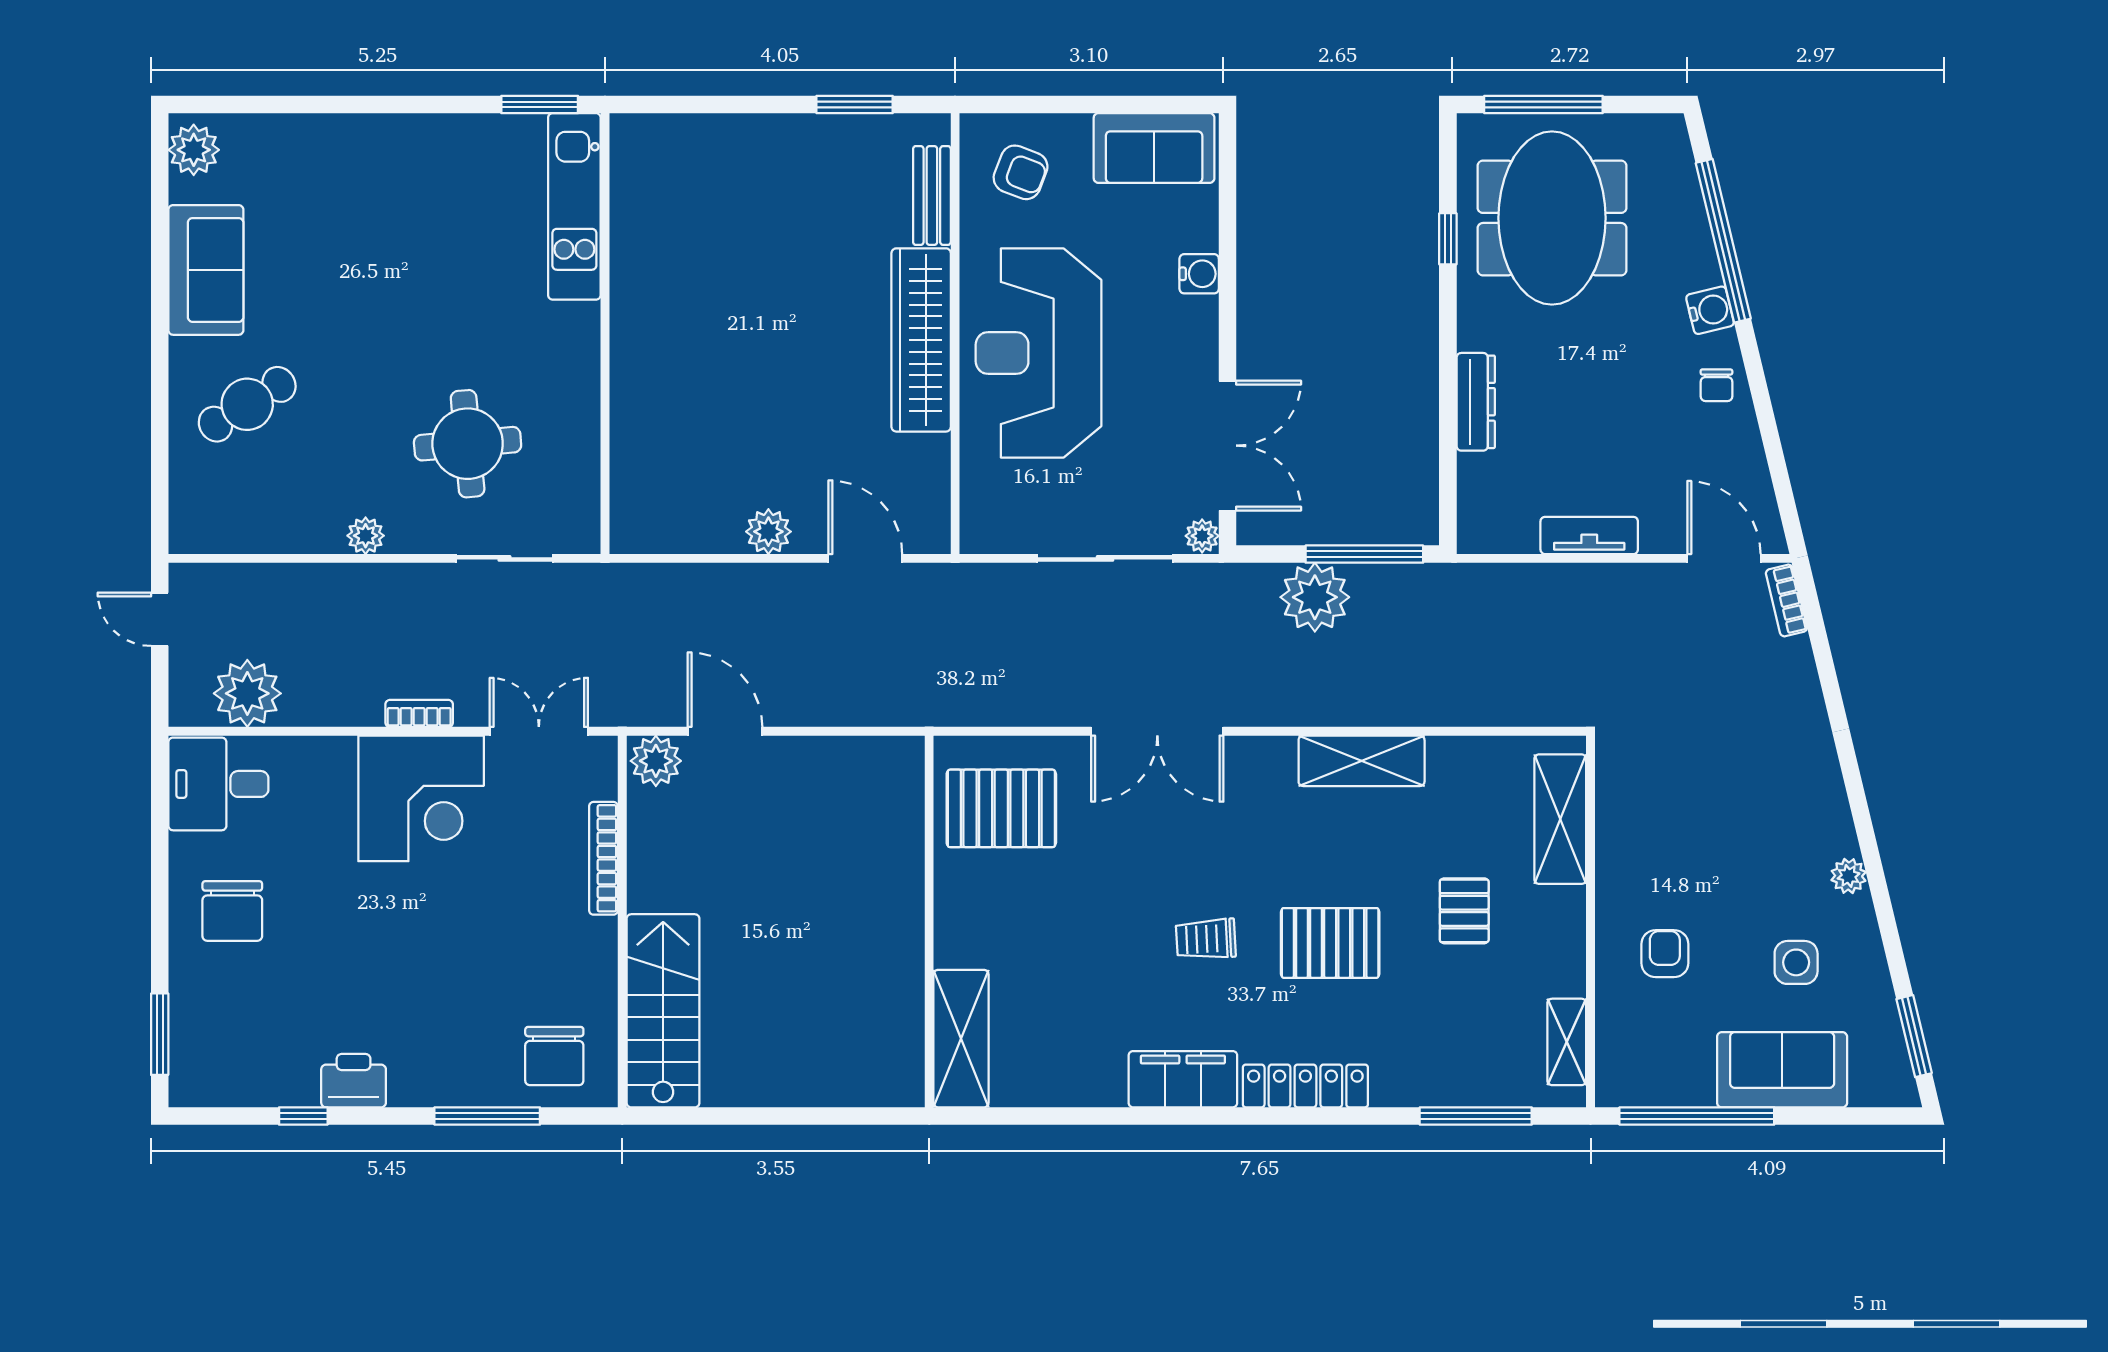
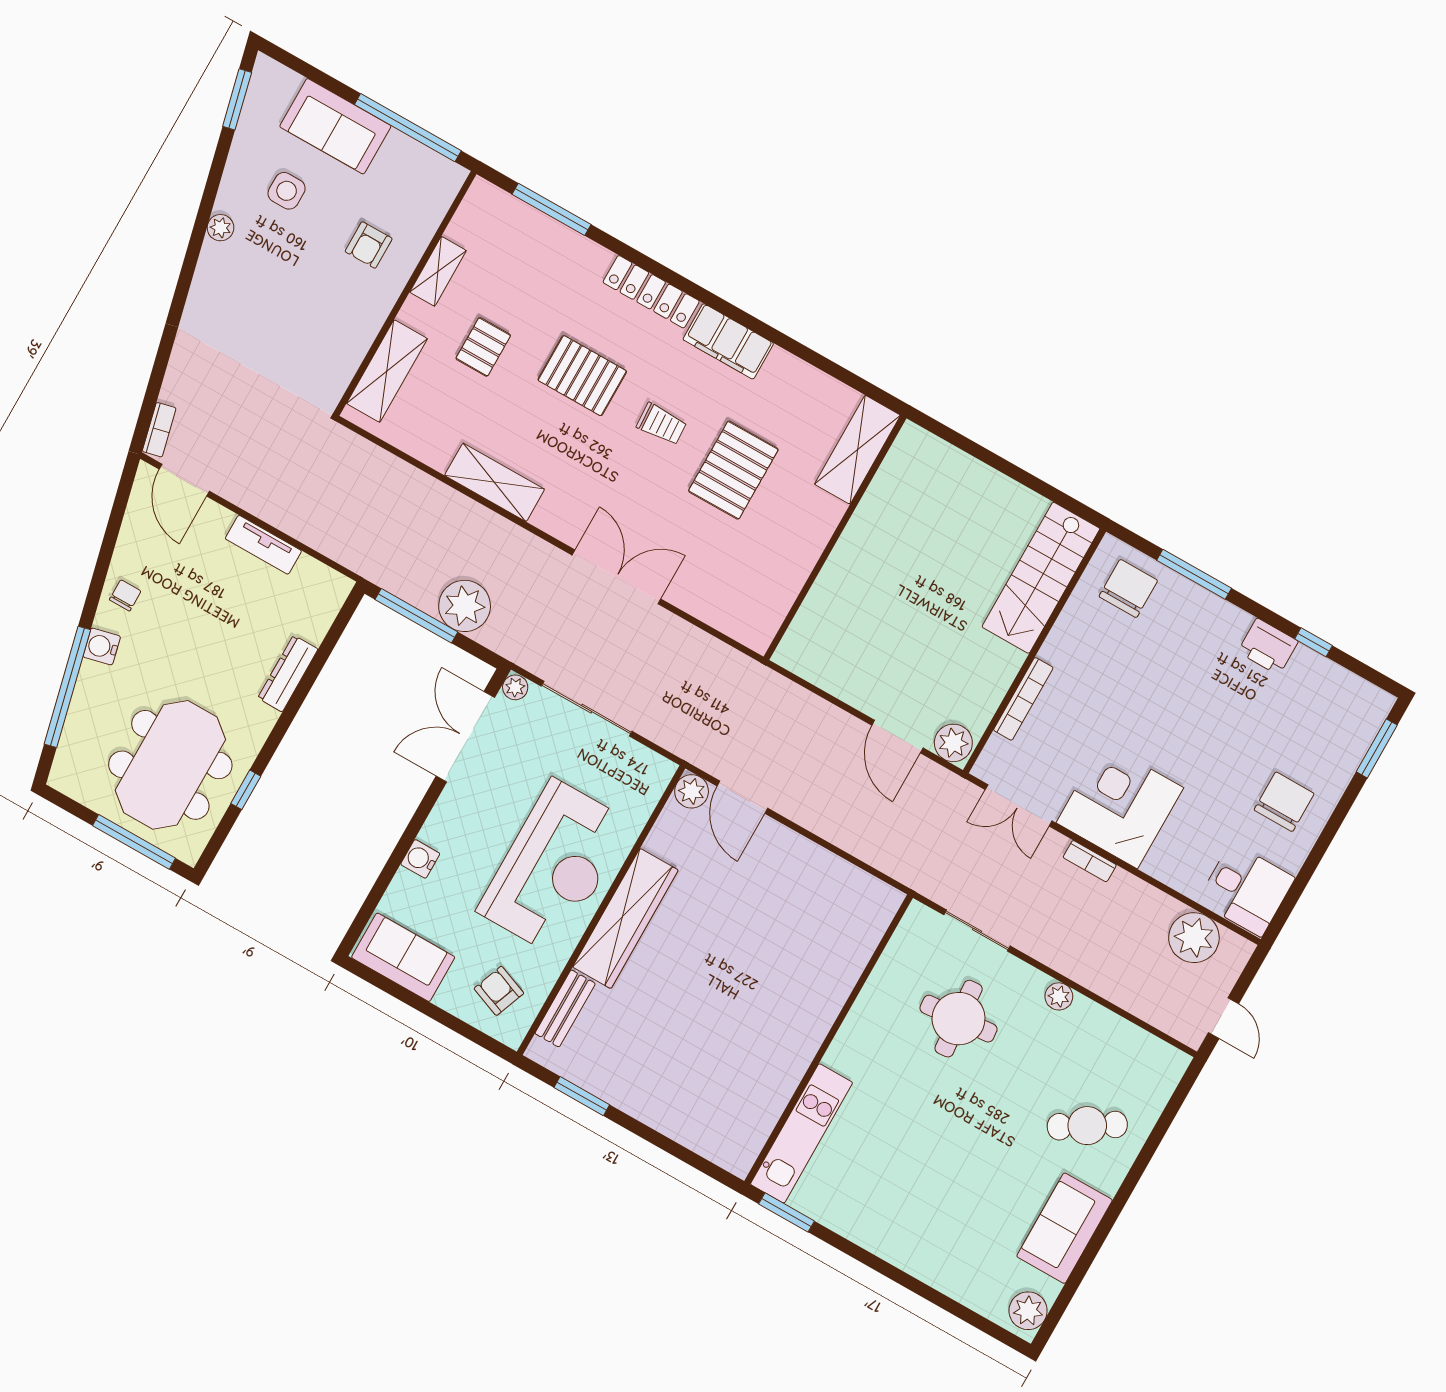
plant: (768, 532) -> (692, 791), moved
pallet: (1001, 808) -> (733, 470), moved, turned 90
shelving: (1567, 1042) -> (438, 271), moved

